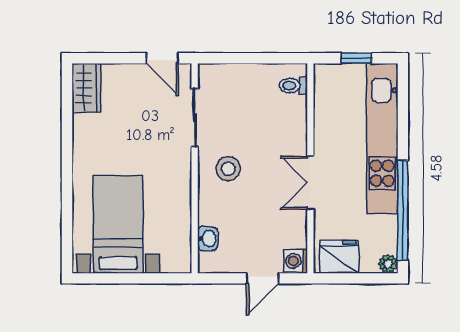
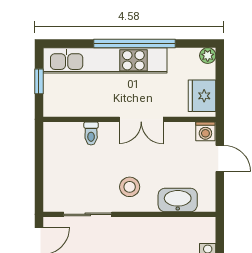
toilet: (293, 86) -> (91, 133), moved
window: (403, 210) -> (134, 43), moved
washbasin: (208, 239) -> (178, 200), width x1.91, depth x1.45

